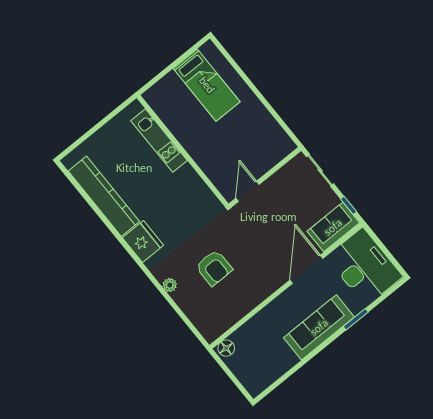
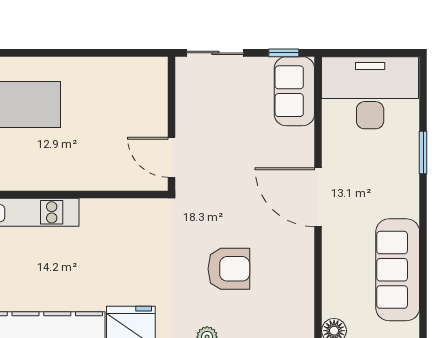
door: (306, 269) -> (318, 197), moved
sofa: (319, 327) -> (398, 270), moved

